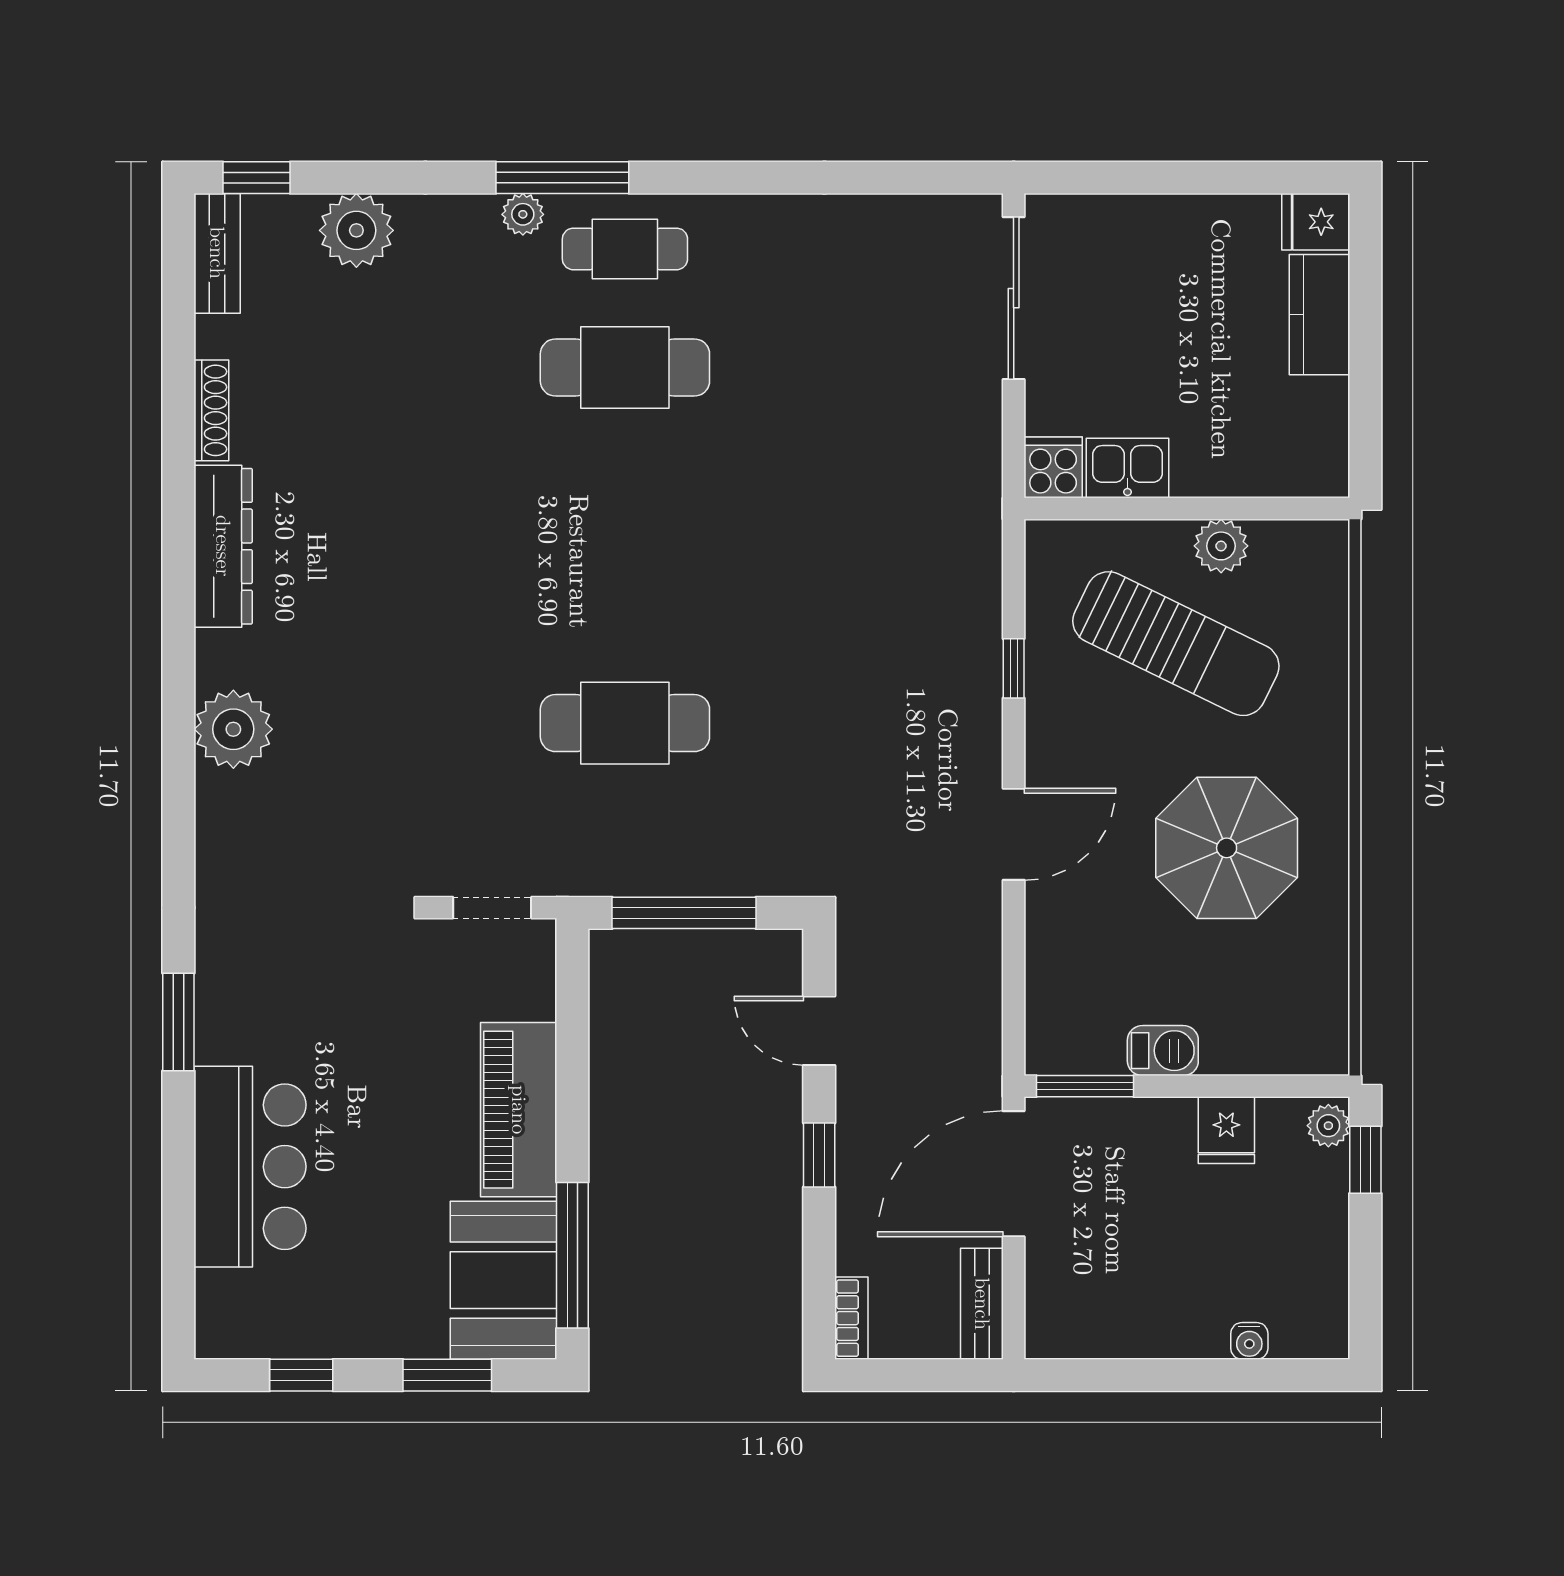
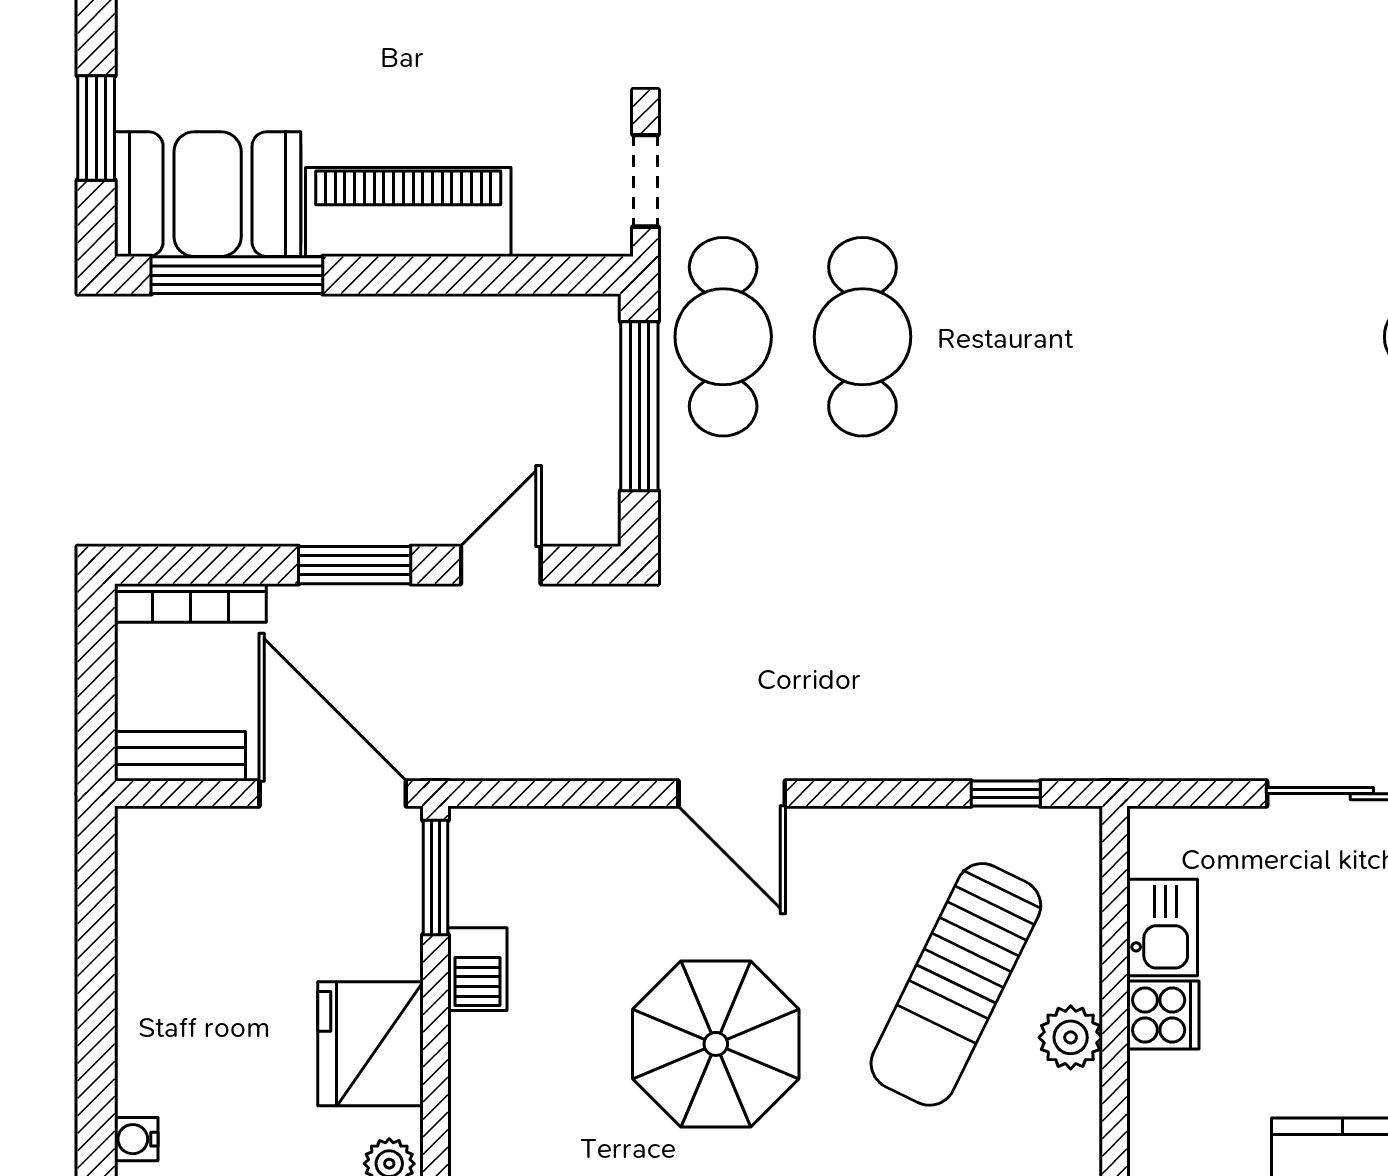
cafe table: (625, 367) -> (723, 337), moved
cooker: (1053, 467) -> (1163, 1015), moved
window: (1014, 668) -> (1006, 794), moved
fridge: (1226, 1130) -> (371, 1044), width x1.88, depth x1.34
window: (819, 1155) -> (355, 565), width x1.50
bookcase: (851, 1318) -> (190, 603), width x1.56
water cooler: (1249, 1341) -> (136, 1139), moved

